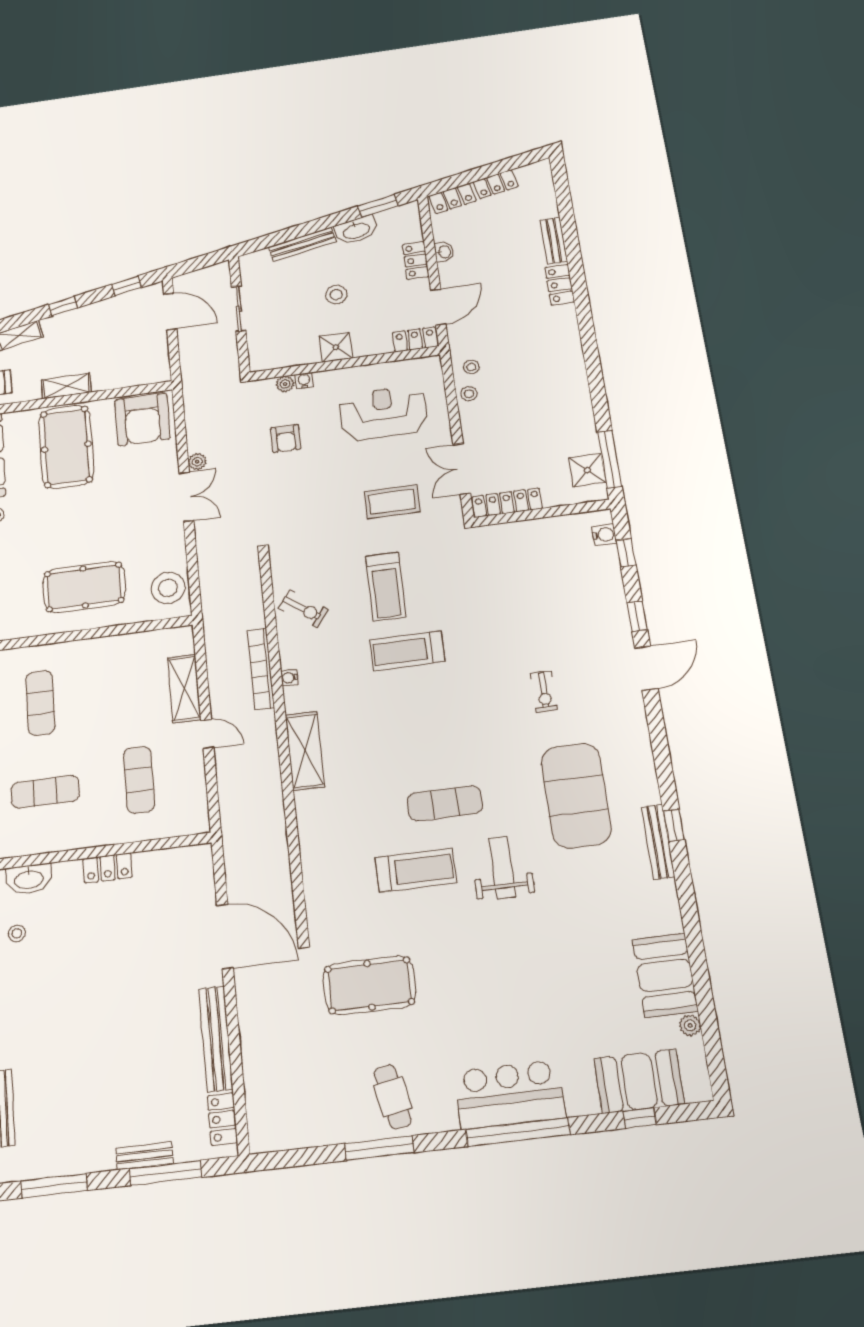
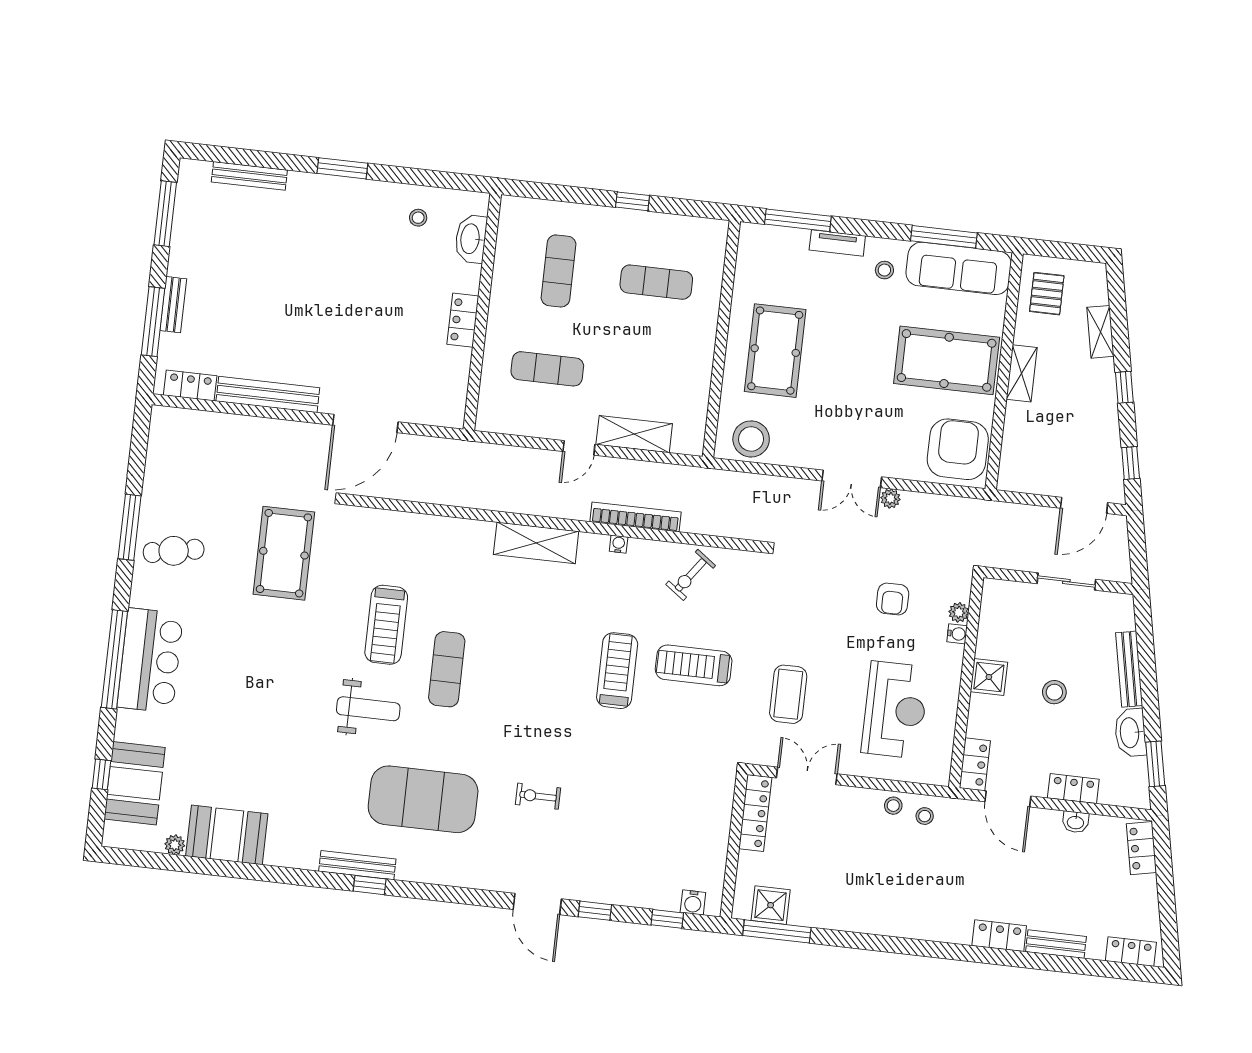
locker: (496, 184) -> (1131, 952), moved, turned 101
armchair: (142, 419) -> (958, 449), turned 90
armchair: (286, 438) -> (893, 599), turned -90

